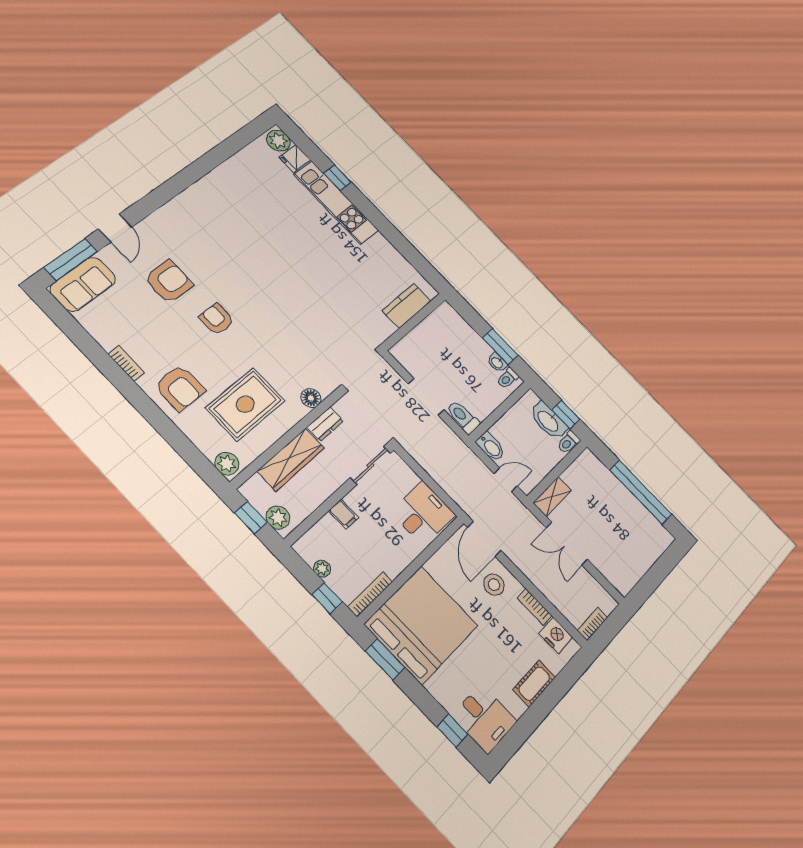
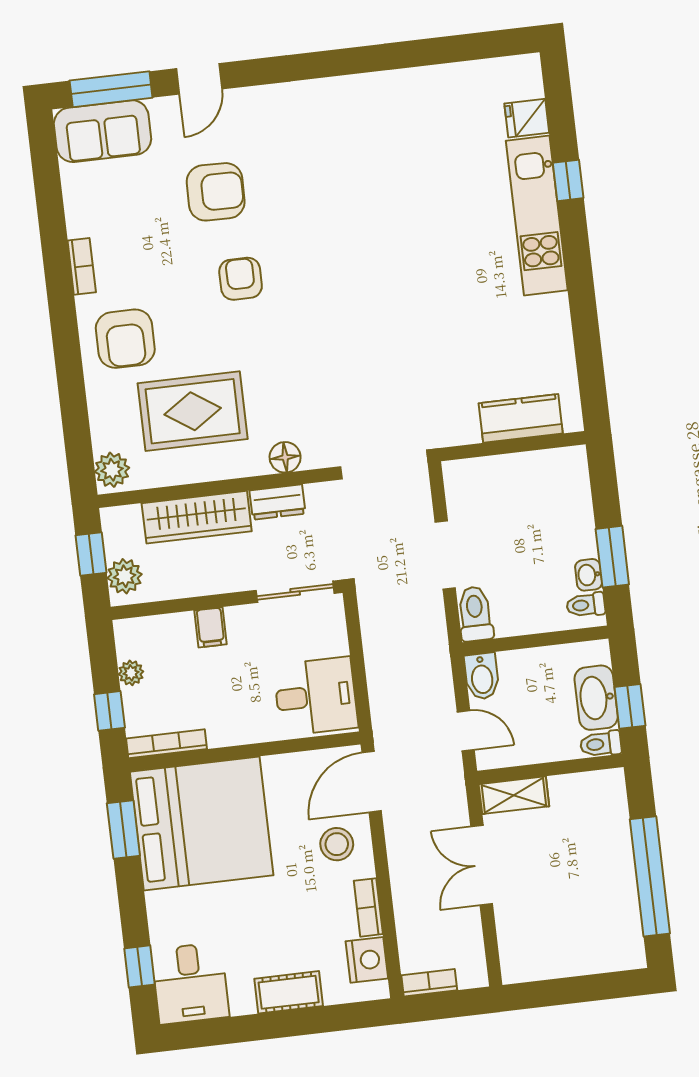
plant: (278, 141) -> (523, 79), removed

